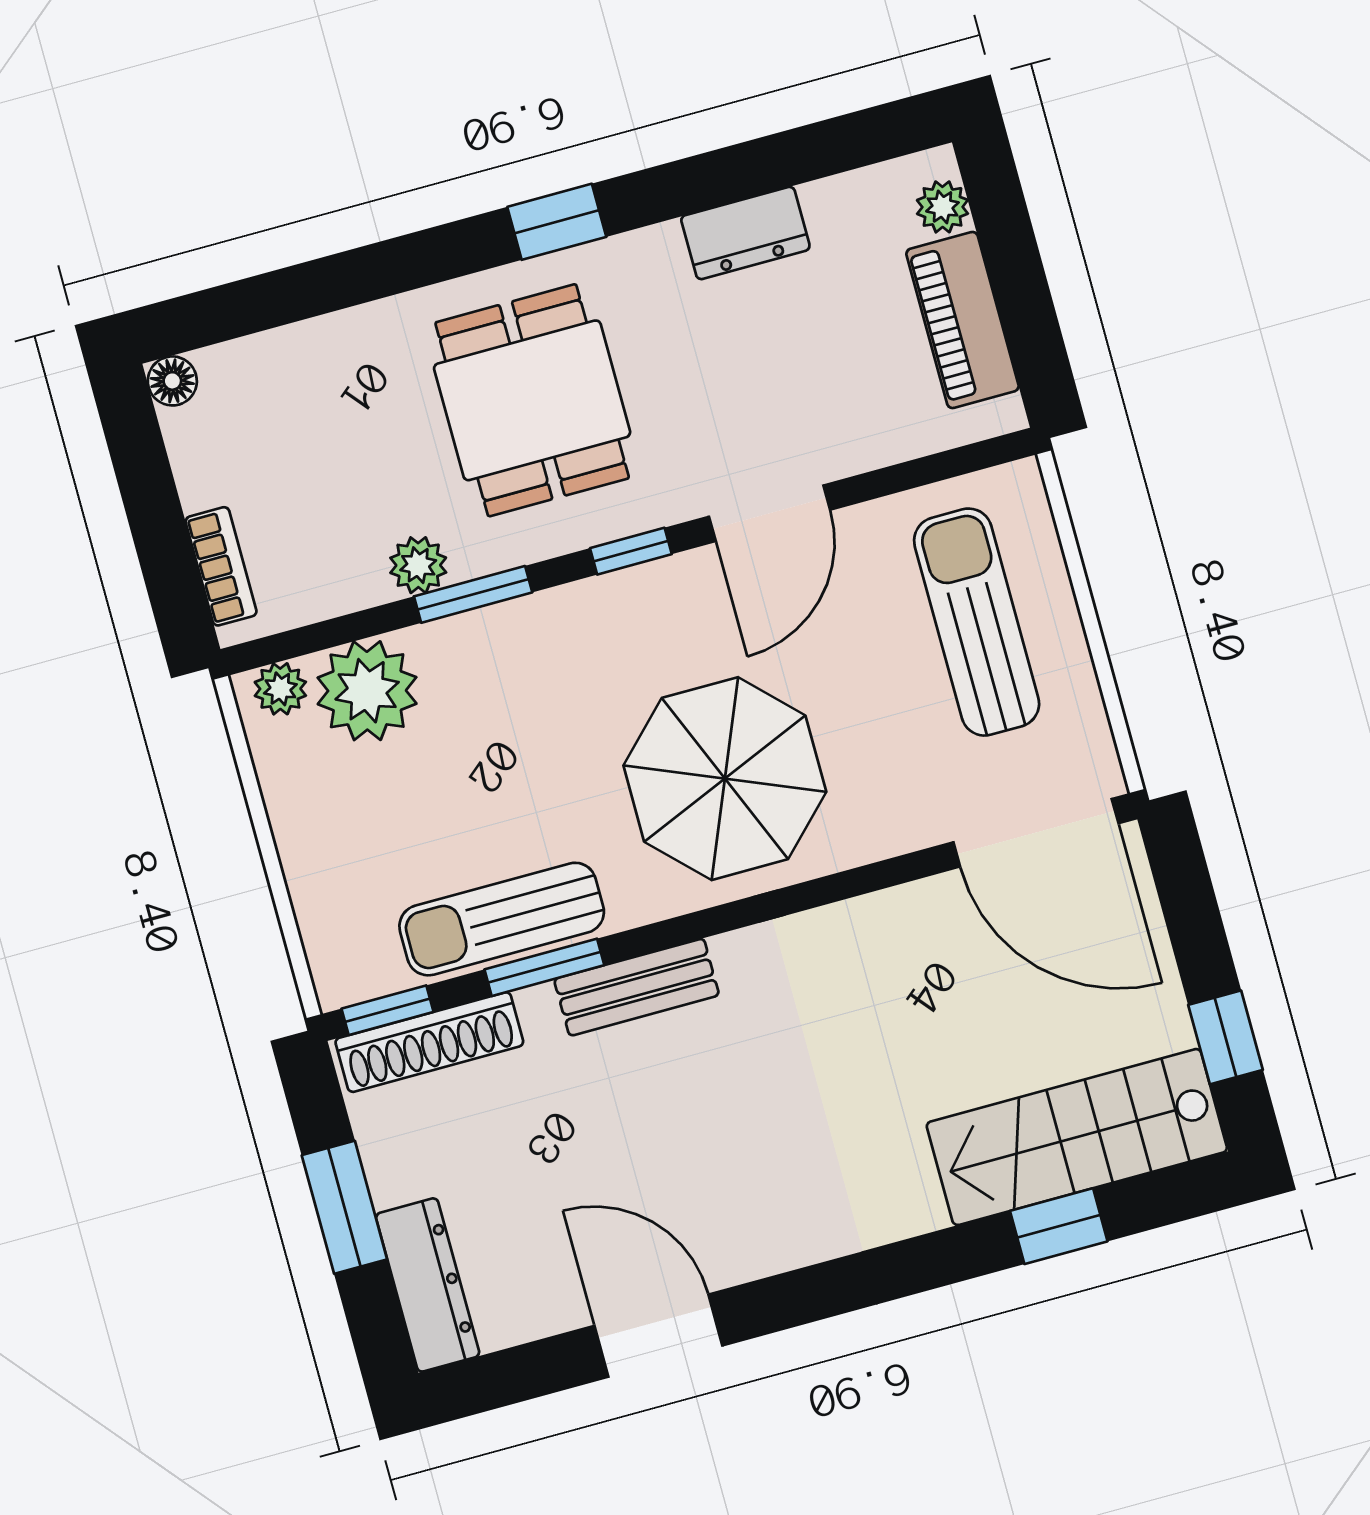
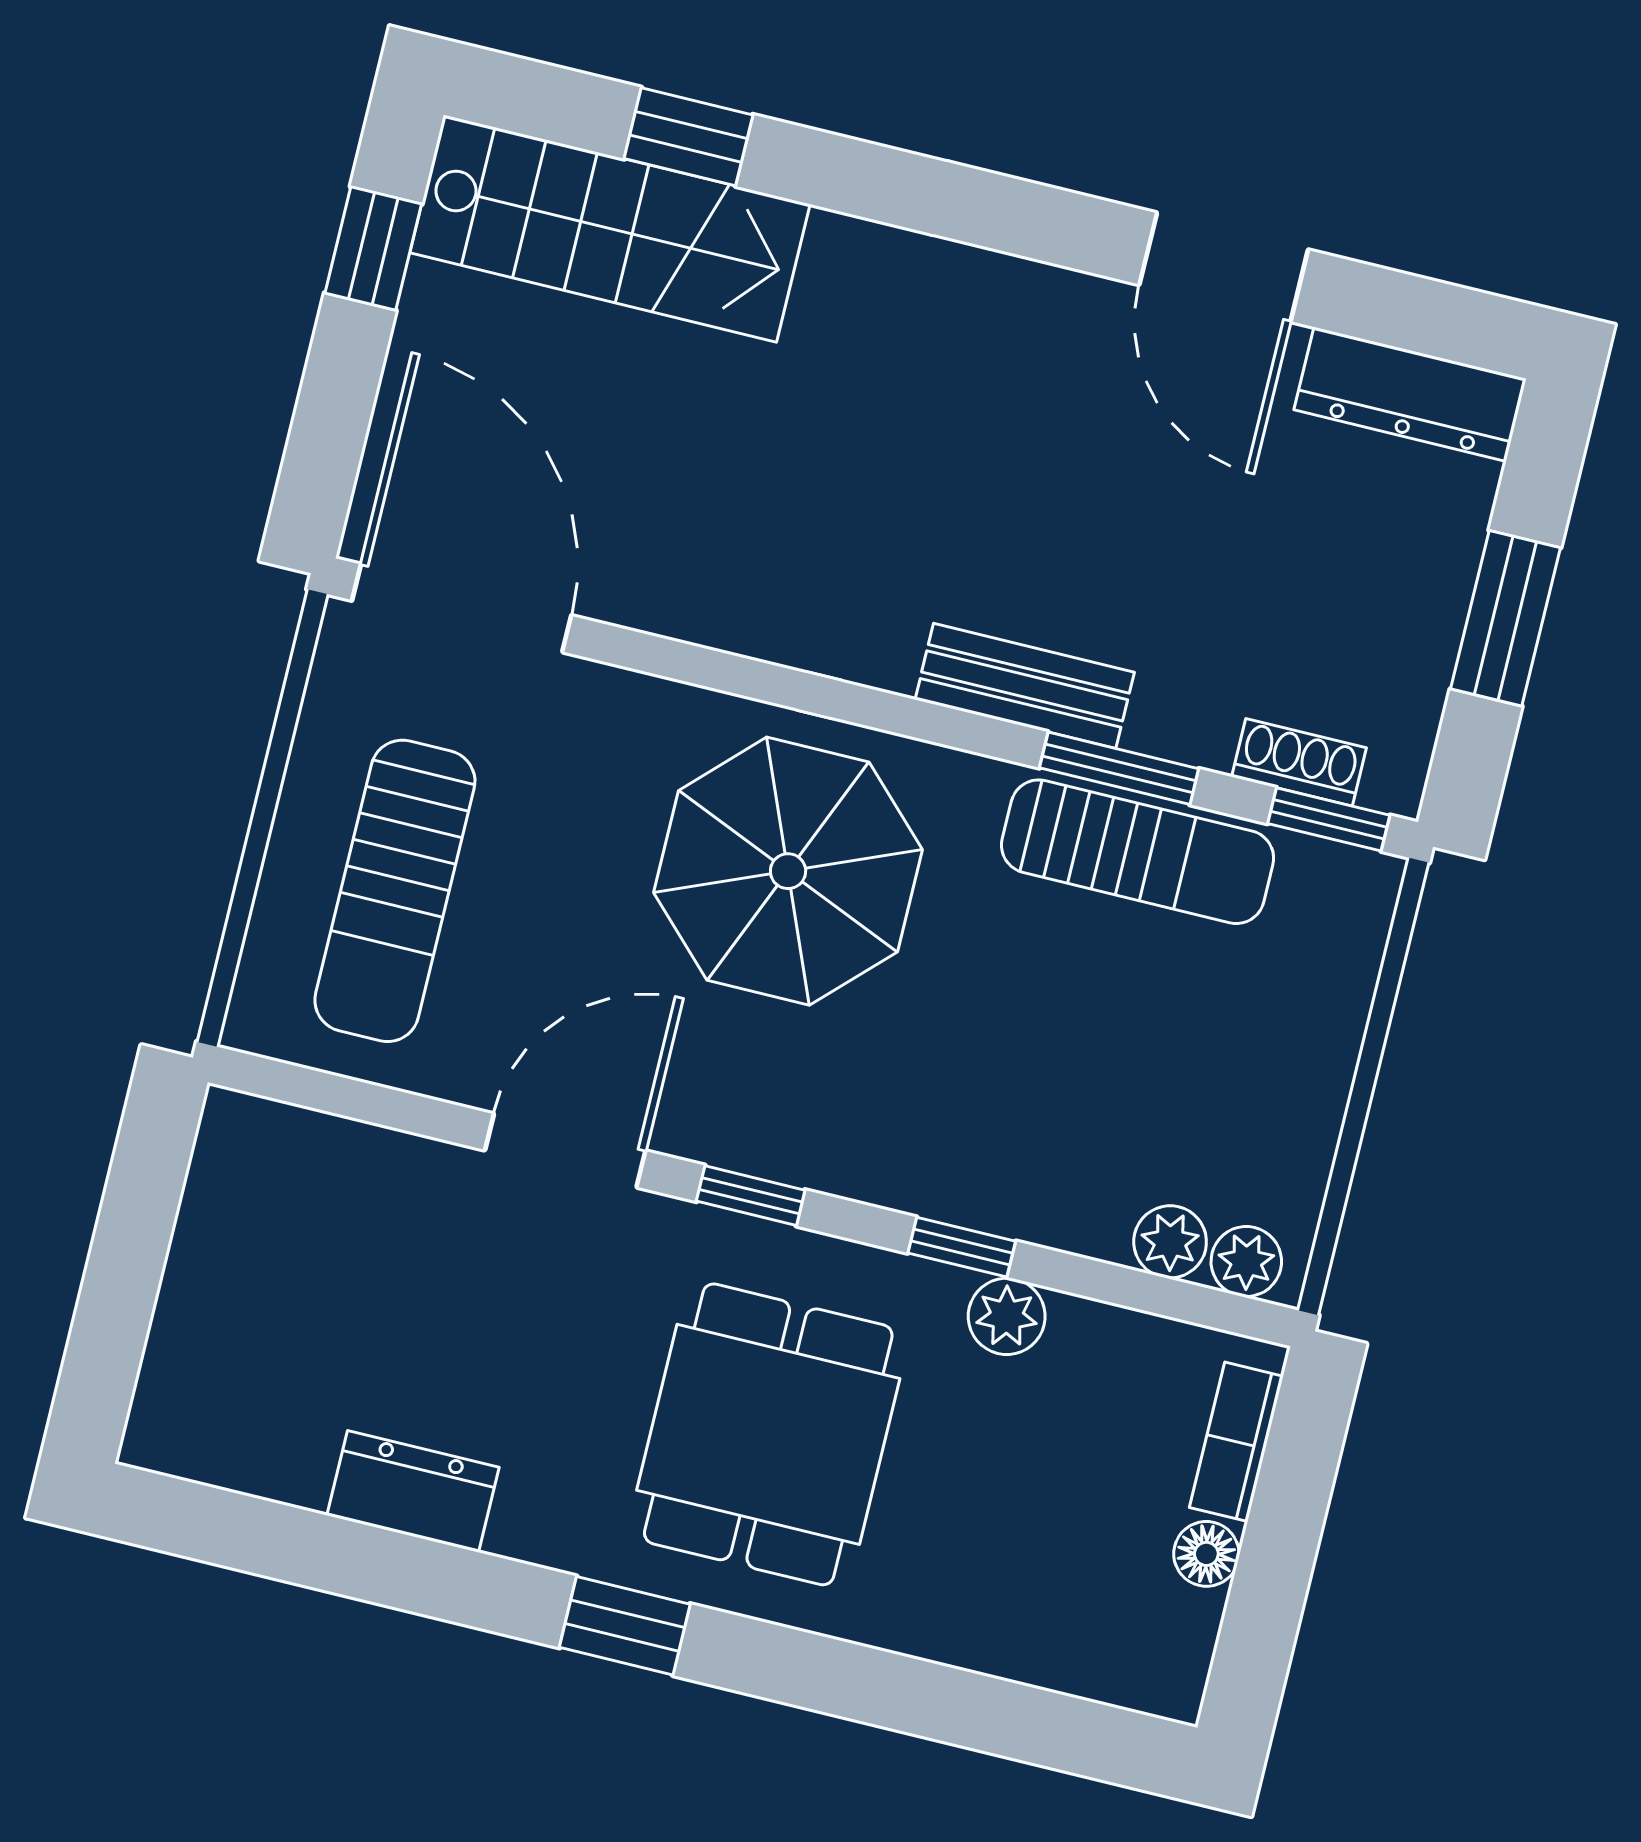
plant: (942, 207) -> (167, 1395), removed
piano: (962, 320) -> (217, 1251), removed
floor lamp: (172, 381) -> (1206, 1554), moved
window: (473, 594) -> (962, 1247), width x0.67
plant: (367, 691) -> (1170, 1242), width x0.53, depth x0.53
shoe rack: (429, 1042) -> (1299, 762), width x0.51, depth x0.81
dresser: (428, 1285) -> (1410, 394), moved, turned -90

